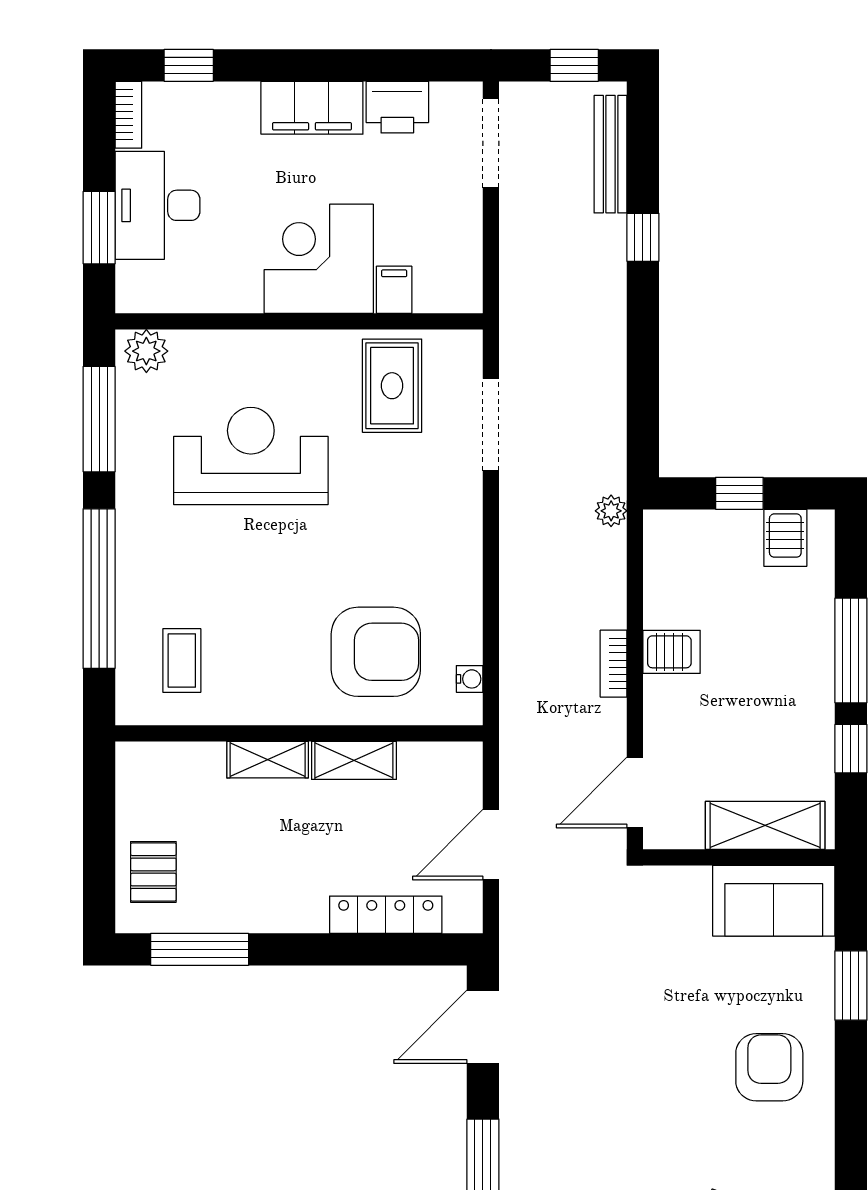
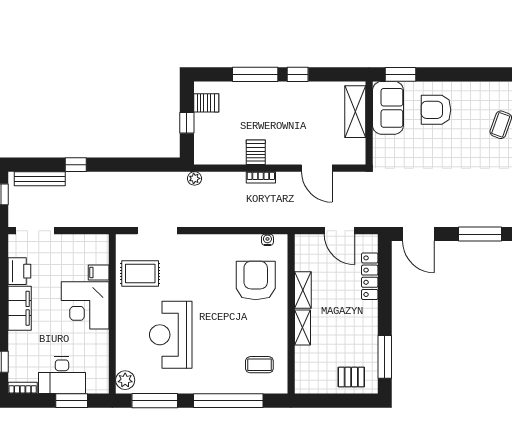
shelving: (765, 825) -> (355, 112), moved
wall: (739, 857) -> (369, 123), moved
sofa: (774, 901) -> (388, 108), moved

